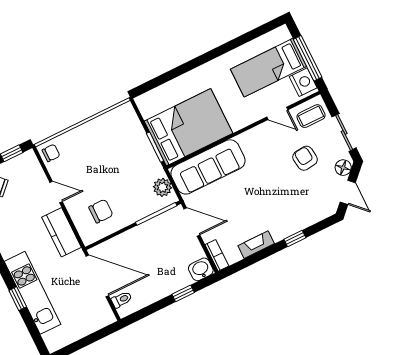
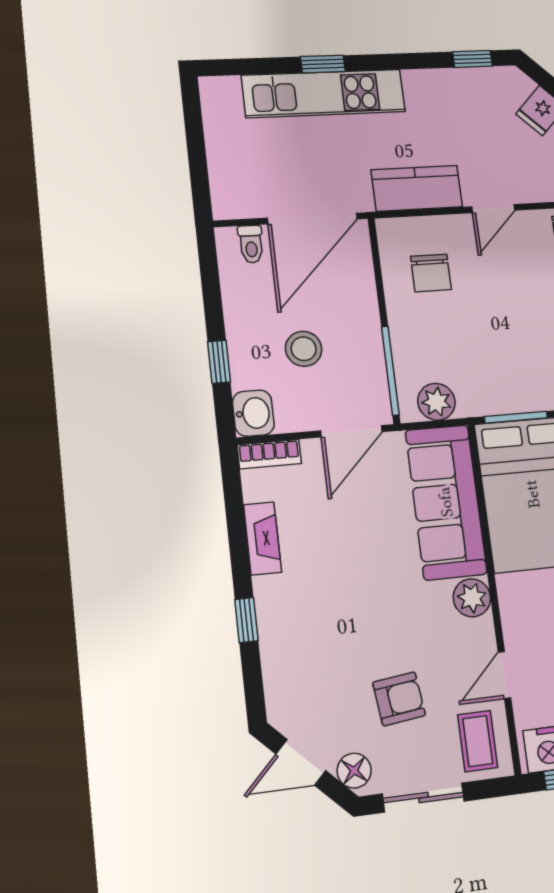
plant: (248, 140) -> (472, 598), added
stool: (162, 258) -> (304, 349), added

